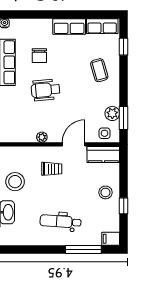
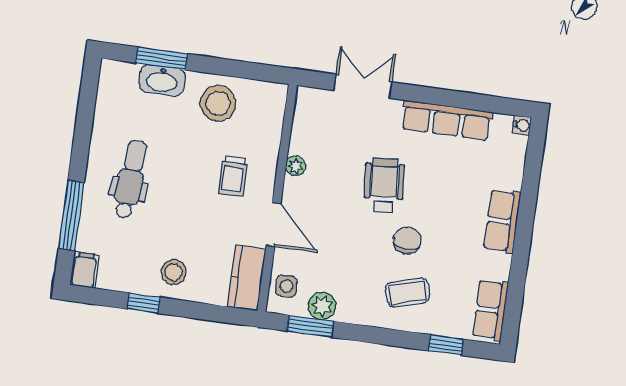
row of seats: (69, 26) -> (502, 221), moved
chair: (39, 56) -> (407, 240), moved, turned 90

